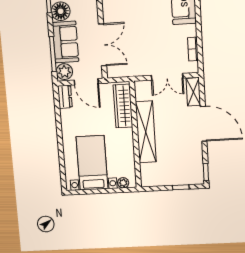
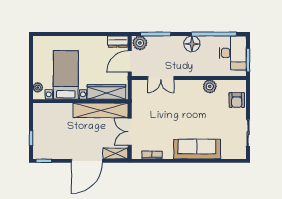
sofa: (66, 42) -> (165, 46), removed
double door: (103, 45) -> (161, 78), width x0.73
shelving: (146, 132) -> (101, 110), moved
bed with nightstands: (92, 163) -> (66, 75), moved, turned -90

